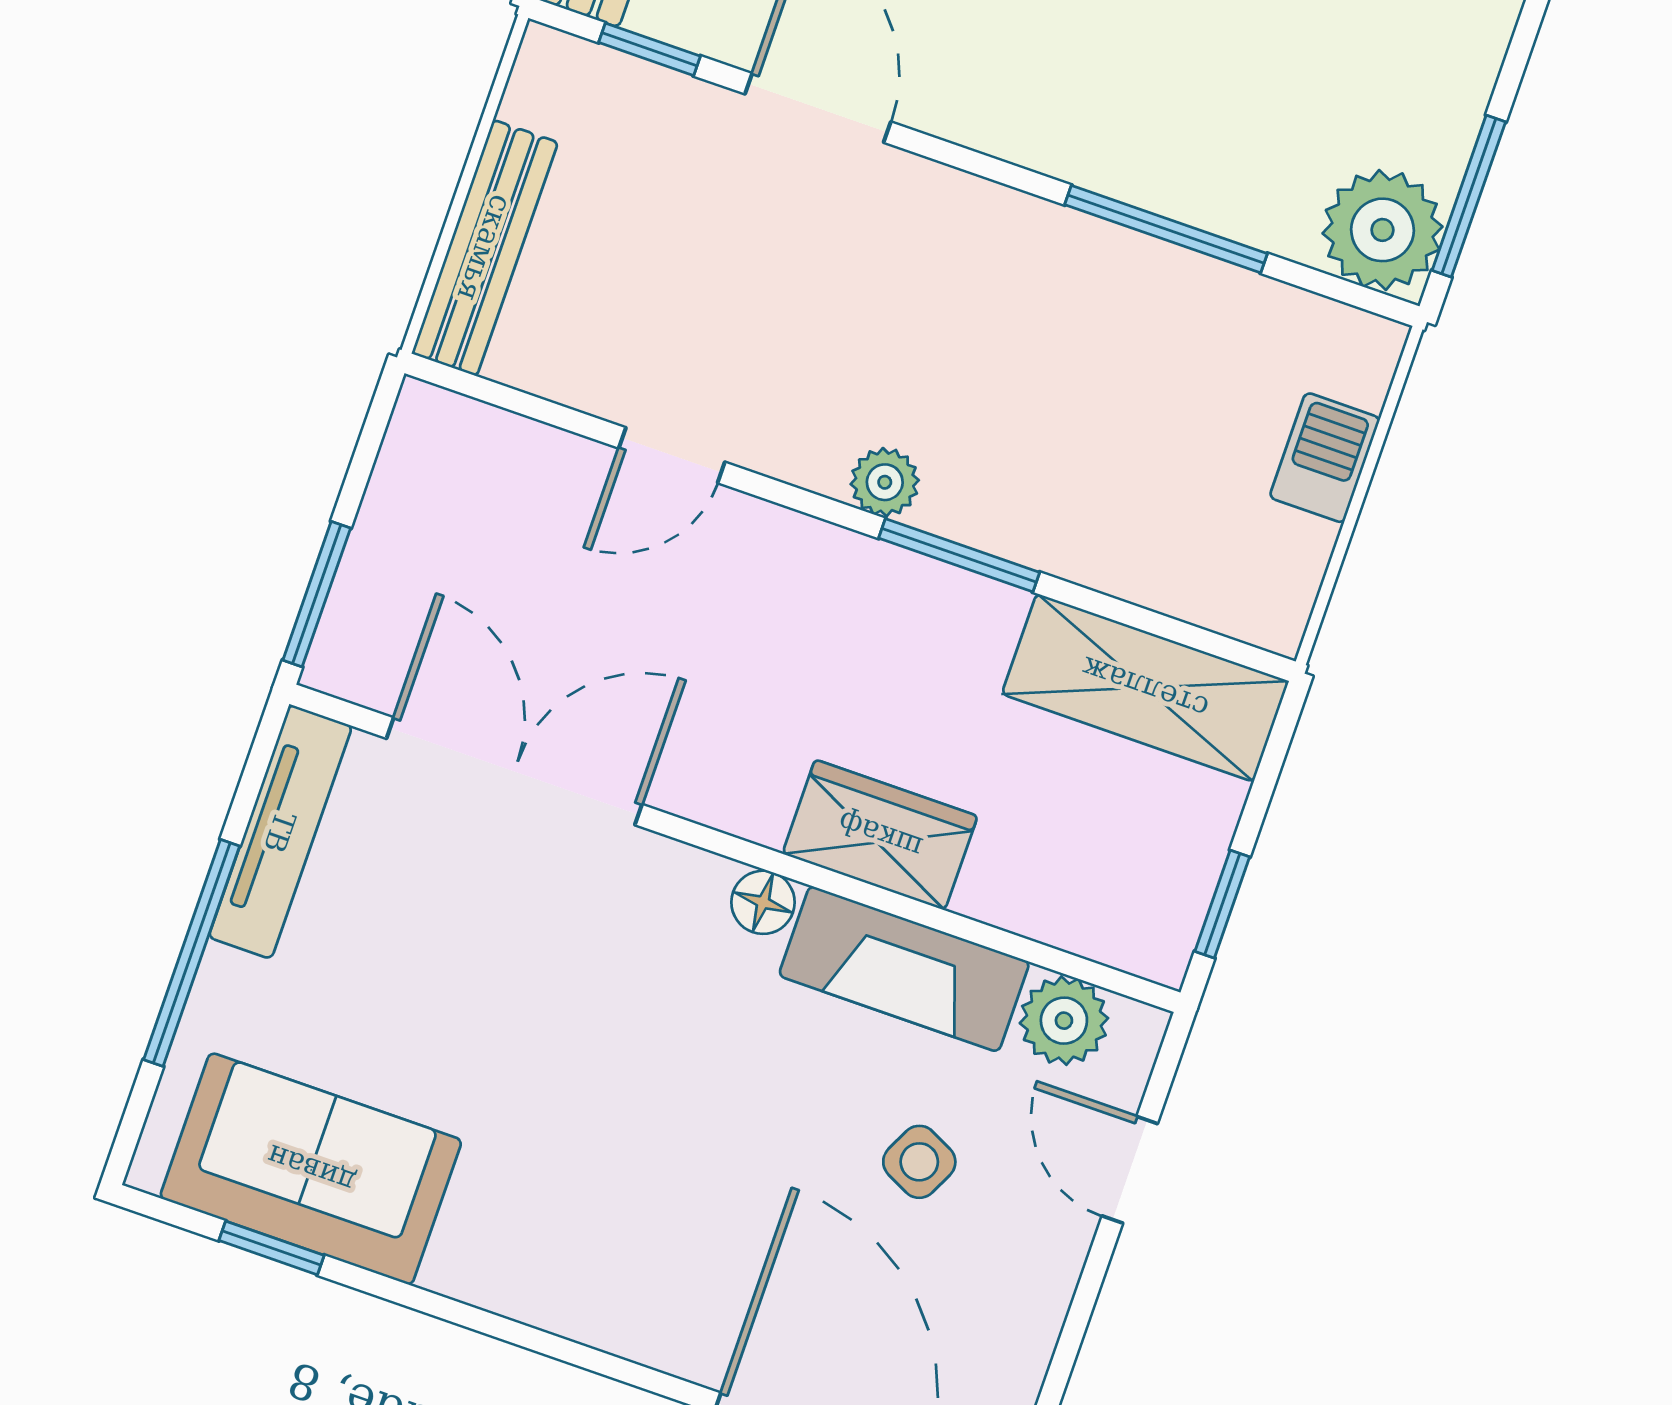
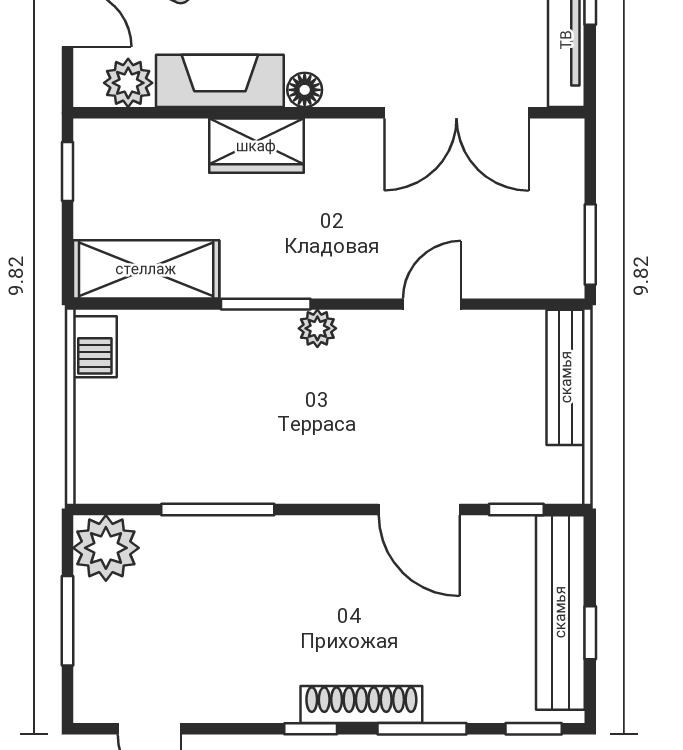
window: (1469, 196) -> (67, 621), moved
barbecue: (1325, 458) -> (95, 347), moved
window: (317, 594) -> (590, 245), moved

